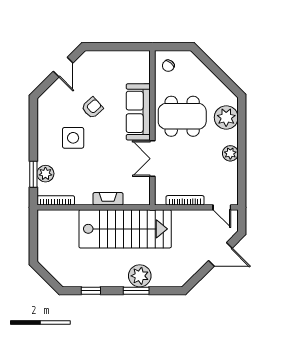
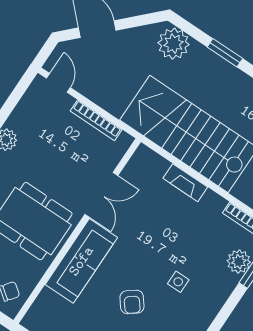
armchair: (92, 108) -> (132, 302), turned -86
side table: (73, 138) -> (178, 282), width x0.54, depth x0.54
plant: (140, 276) -> (174, 44), moved

